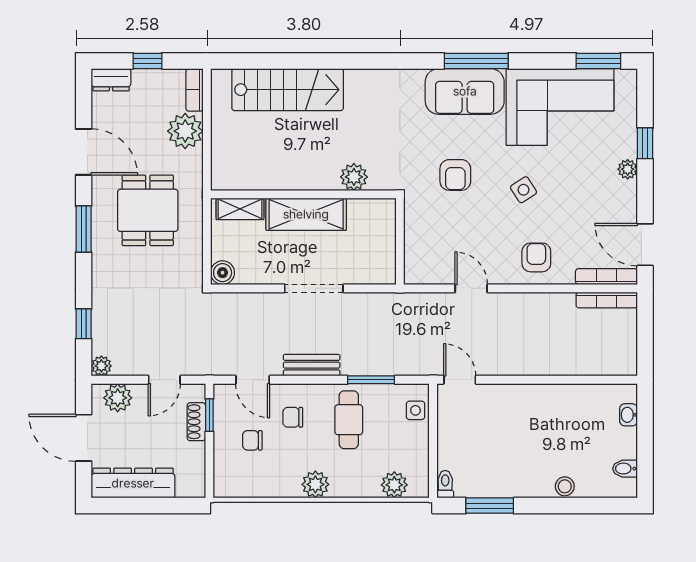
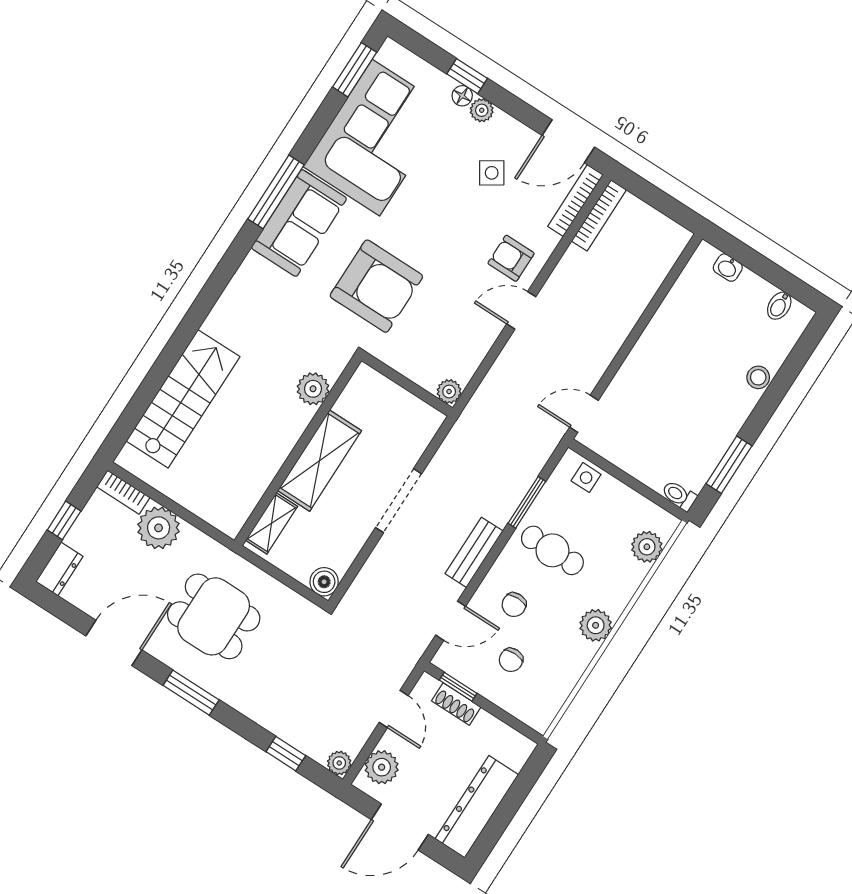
floor lamp: (629, 149) -> (462, 96), added
armchair: (455, 175) -> (376, 286), width x1.88, depth x1.88
side table: (523, 190) -> (492, 173), moved
plant: (414, 274) -> (449, 392), added
door: (471, 288) -> (521, 310), moved

